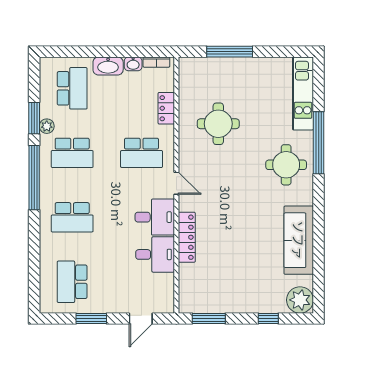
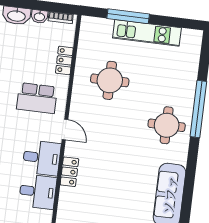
kitchen unit: (303, 93) -> (147, 33), moved, turned -90
locker: (187, 237) -> (69, 172), width x0.66

